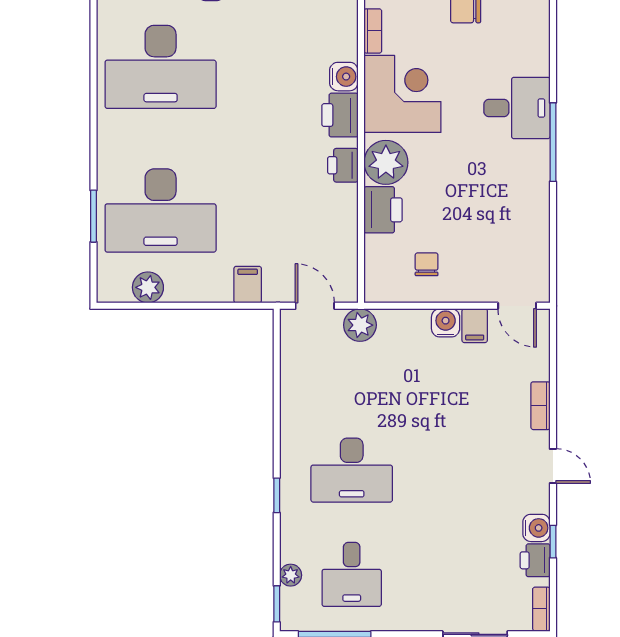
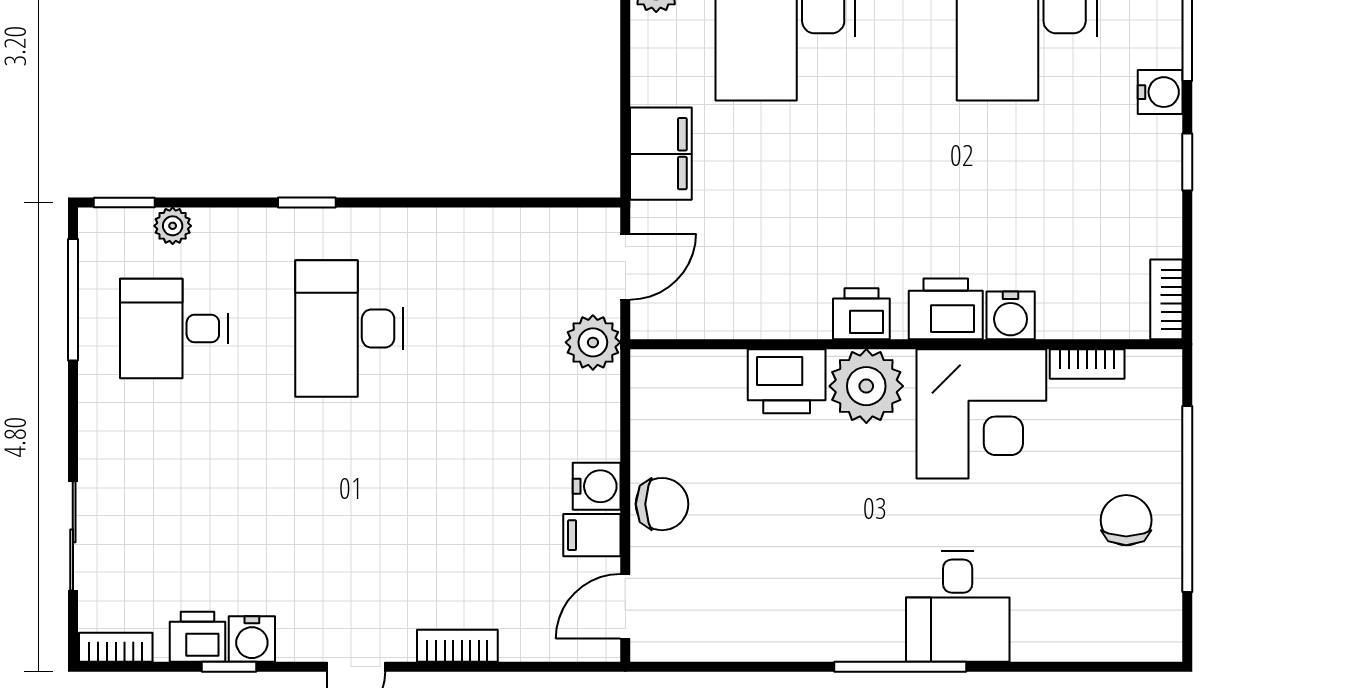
chair: (427, 264) -> (662, 504), moved, width x1.37, depth x1.37
filing cabinet: (248, 285) -> (661, 154), width x2.00

